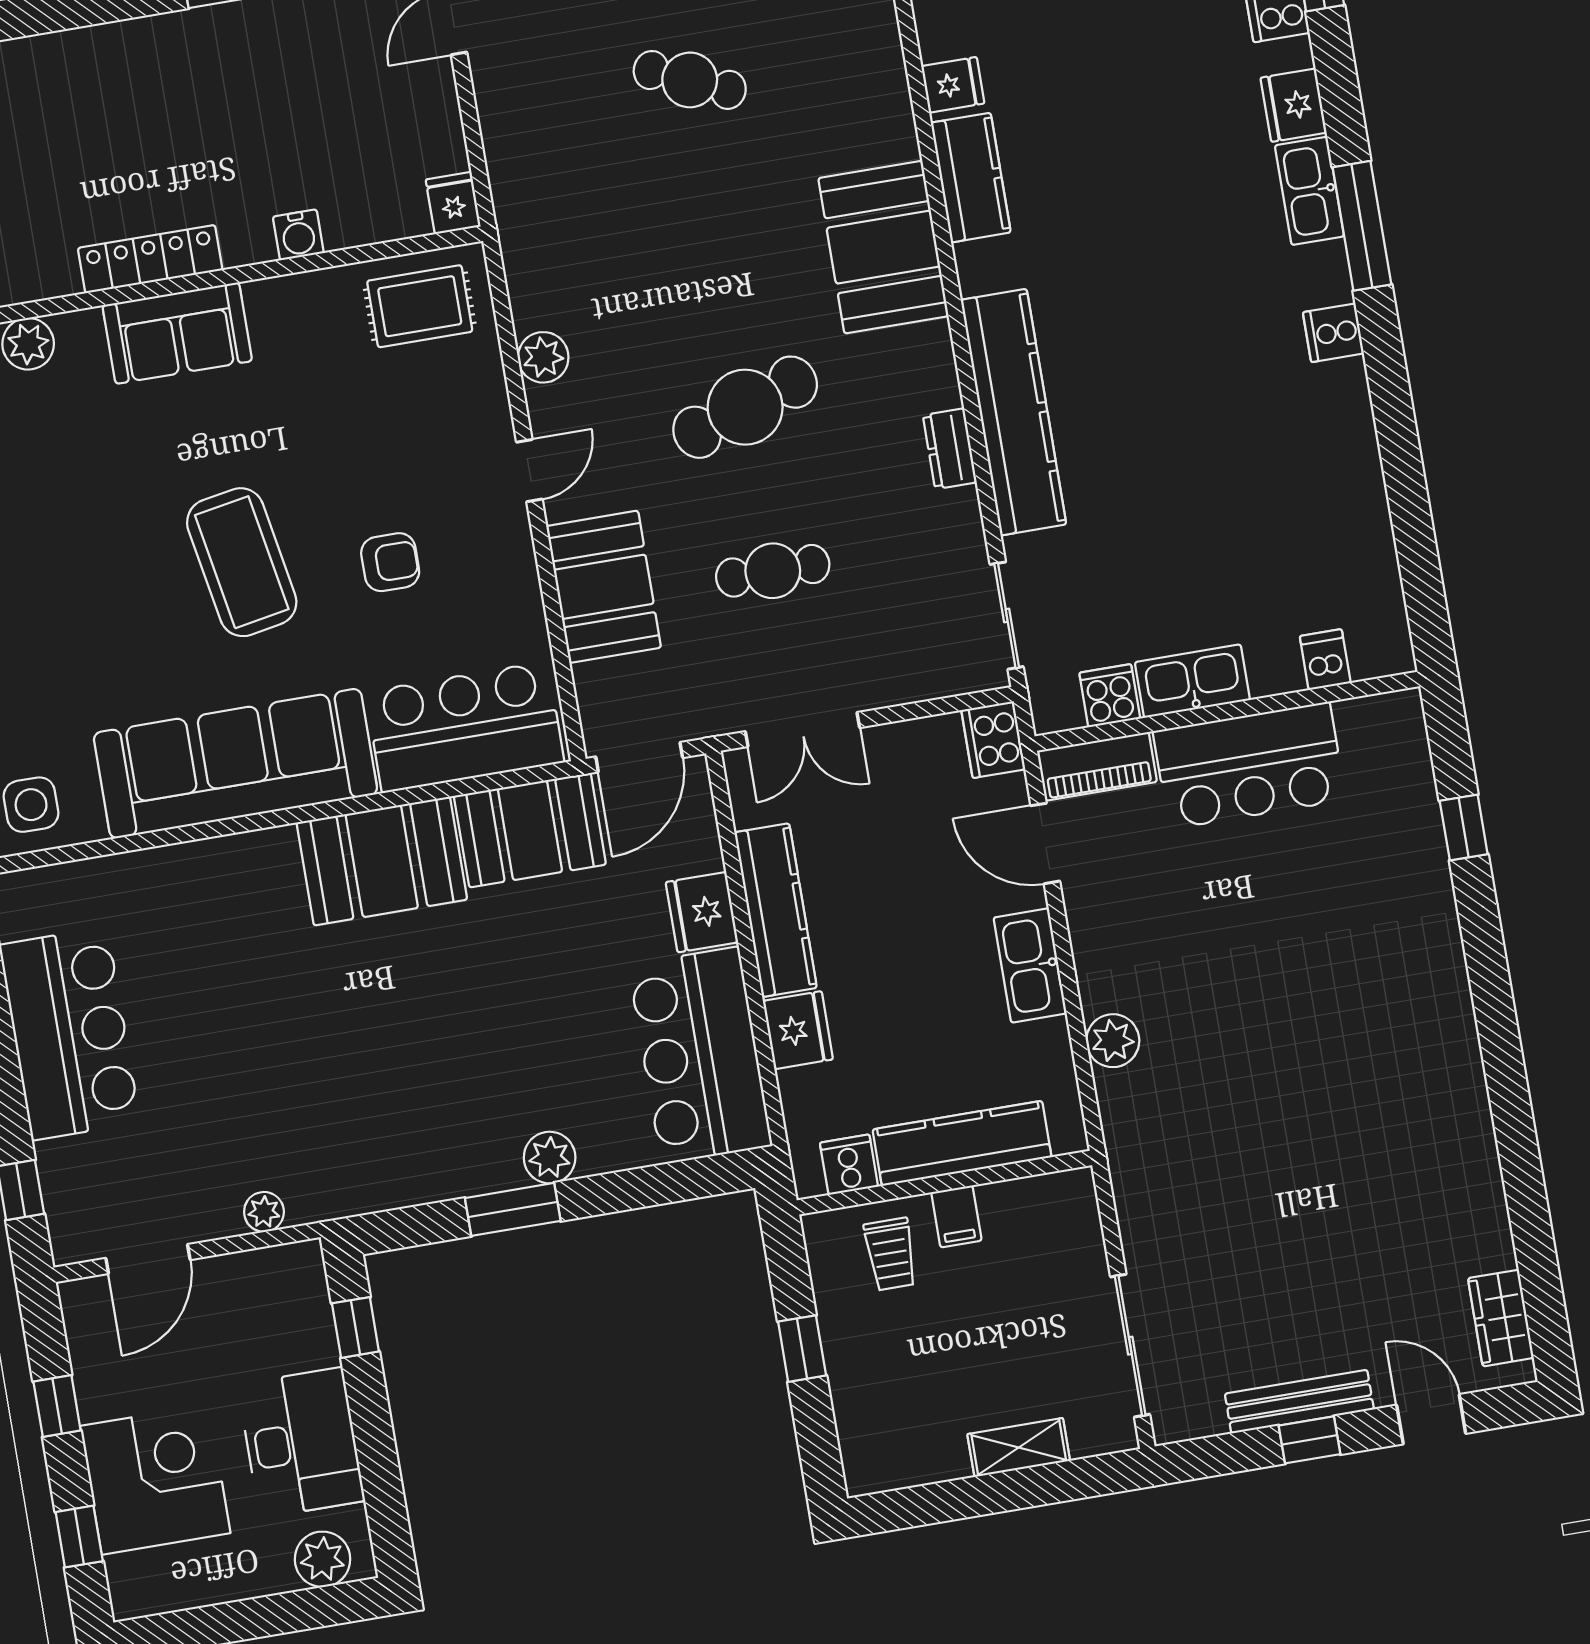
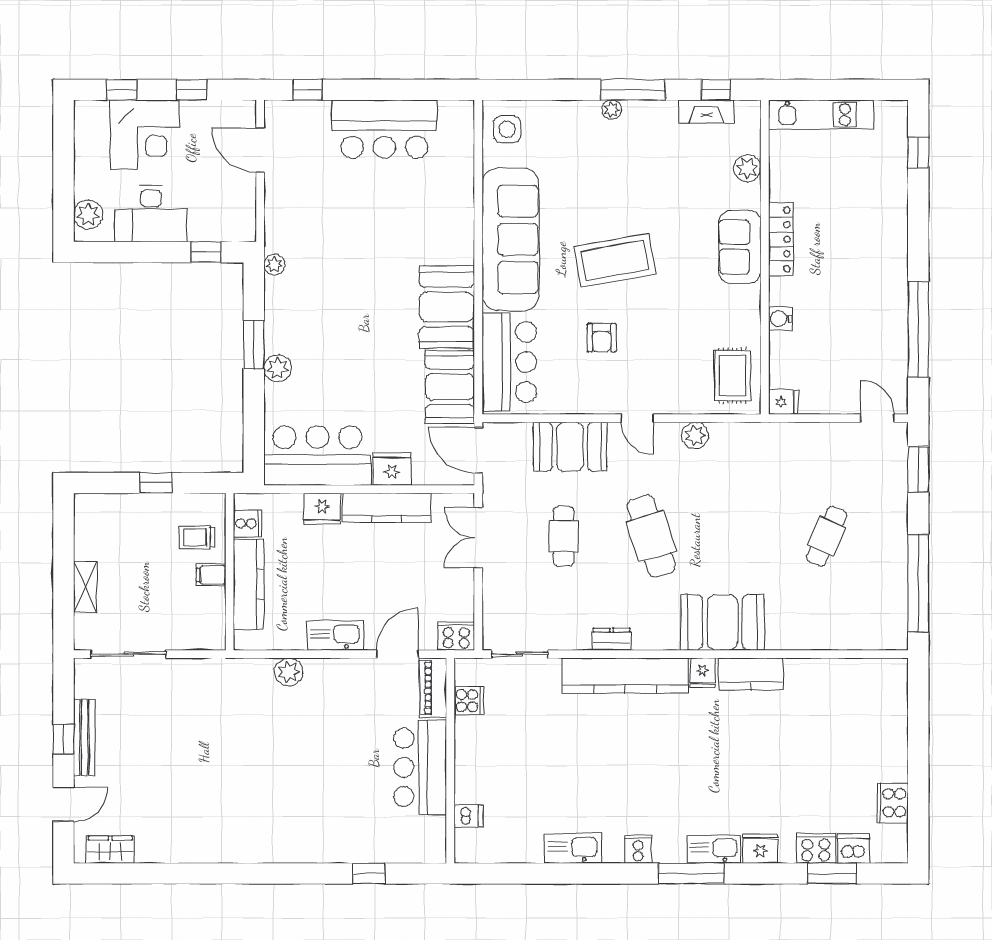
fridge: (953, 85) -> (703, 673), moved
kitchen sink: (1192, 681) -> (573, 848), moved, turned -90
plant: (264, 1212) -> (274, 265), moved

